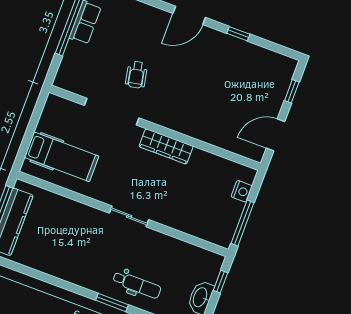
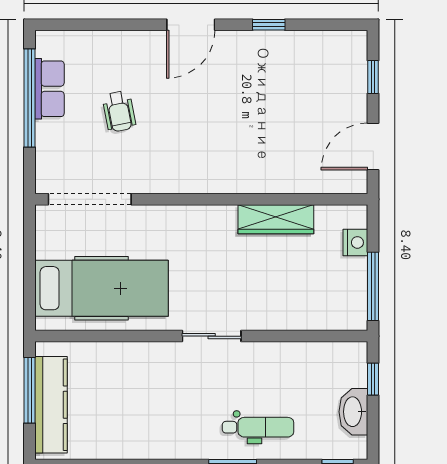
wheelchair: (136, 75) -> (119, 111), moved
doorway: (112, 112) -> (90, 199), moved
wardrobe: (166, 146) -> (276, 219), moved
hospital bed: (62, 157) -> (102, 288), width x1.37, depth x1.29

